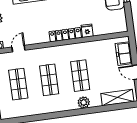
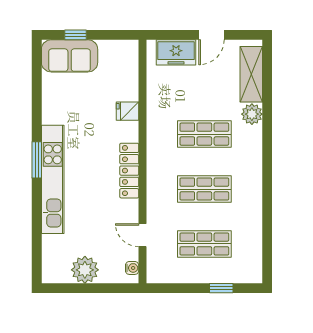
locker: (65, 35) -> (129, 171), moved
plant: (84, 102) -> (252, 114), moved

